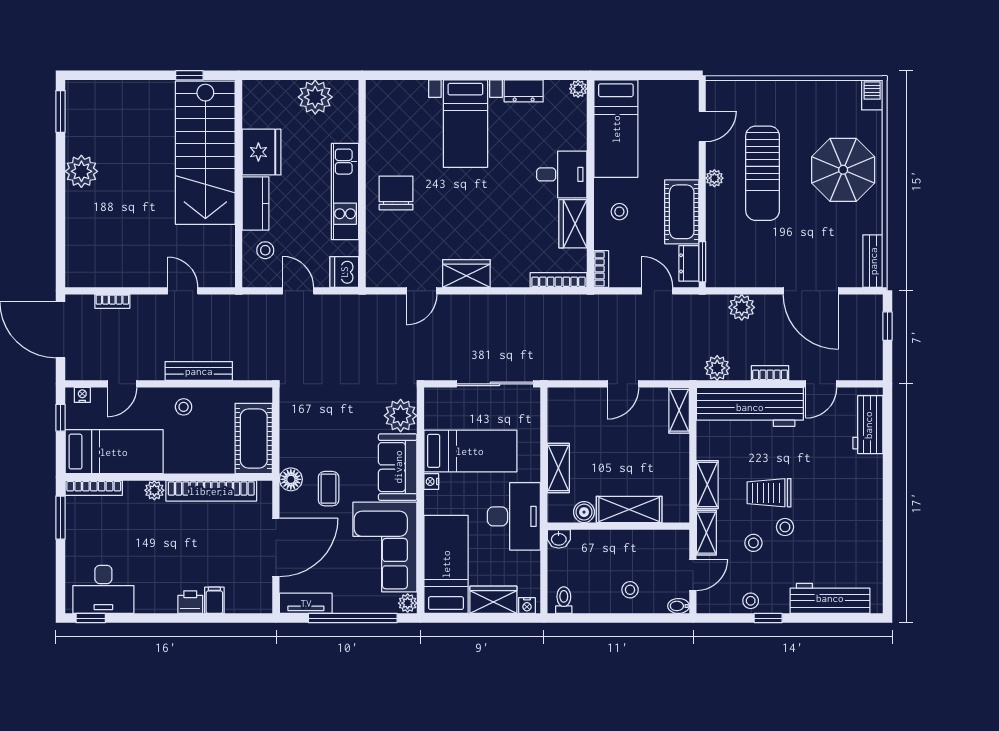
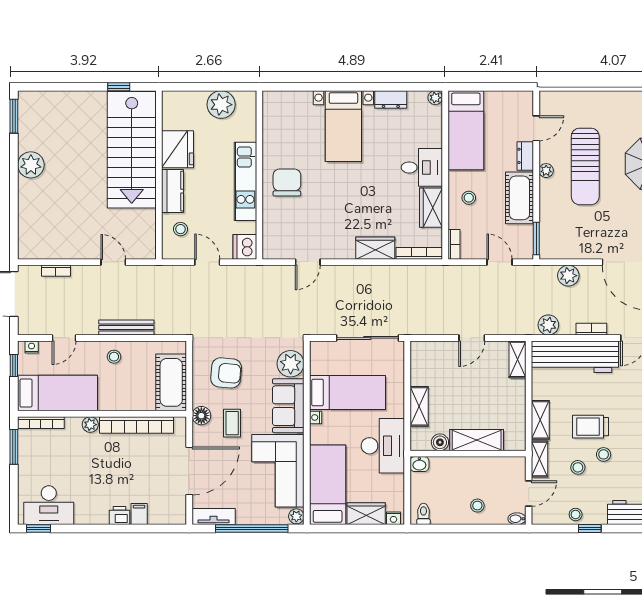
dresser: (689, 263) -> (525, 156), moved
wardrobe: (466, 273) -> (375, 248), moved
armchair: (321, 427) -> (226, 373), added

